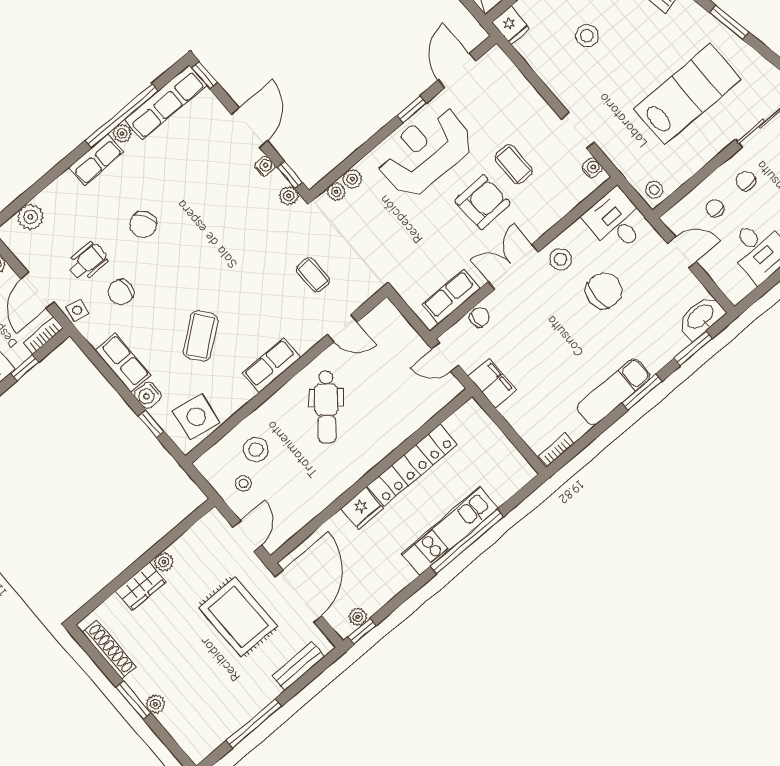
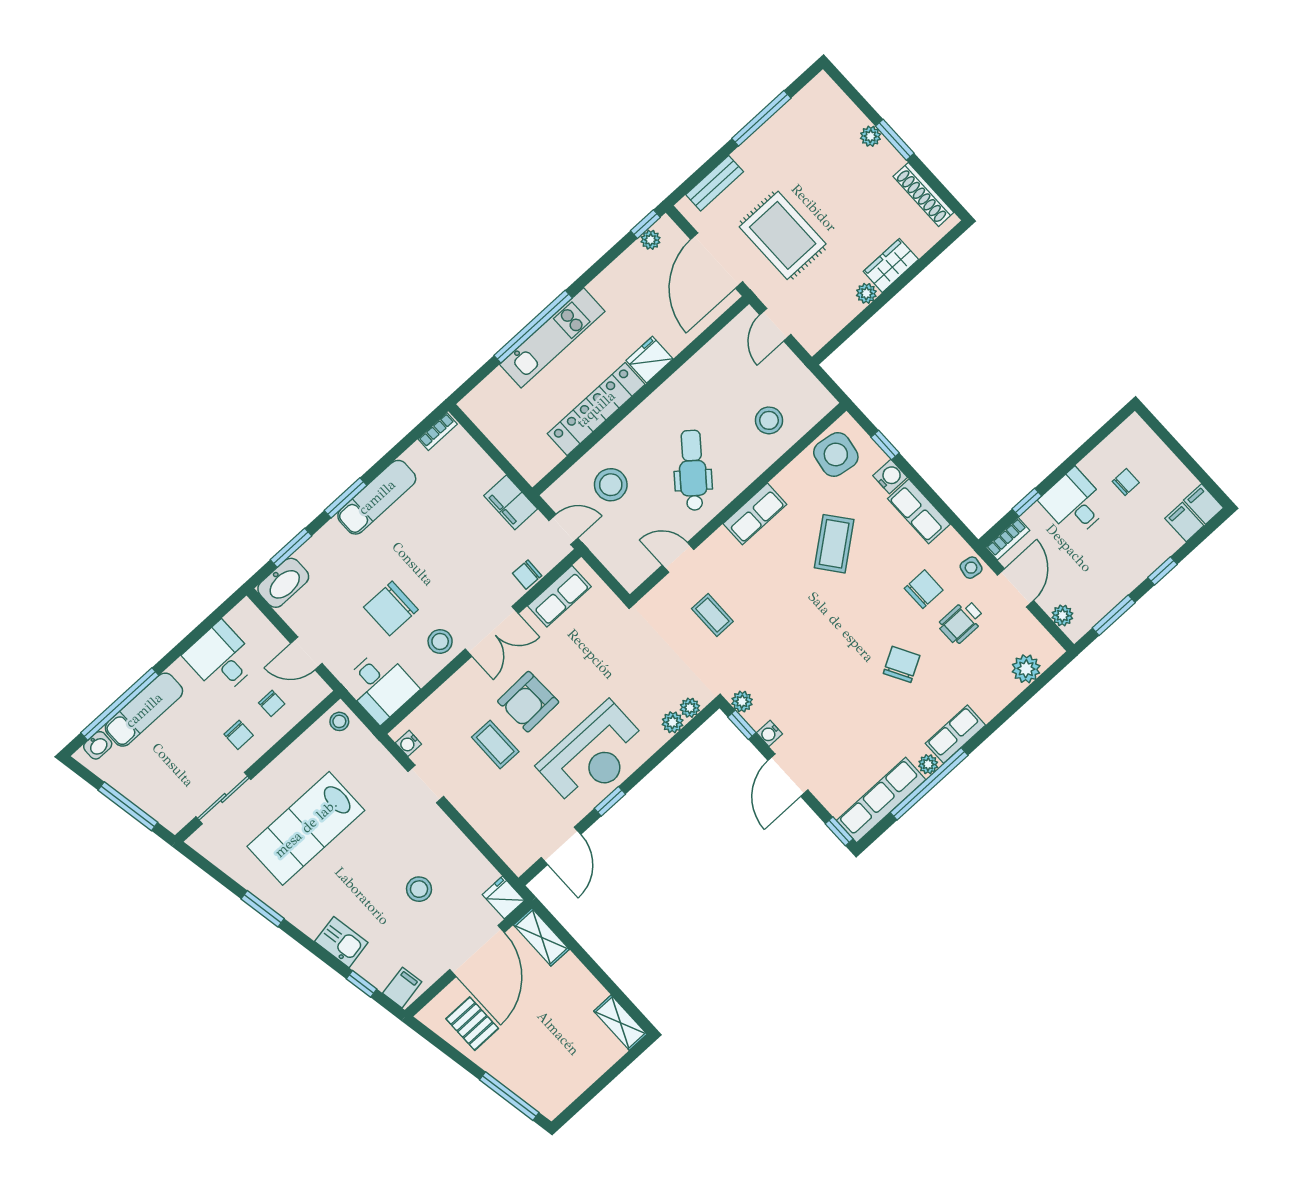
stool: (243, 483) -> (611, 485), moved, width x1.89, depth x1.89

